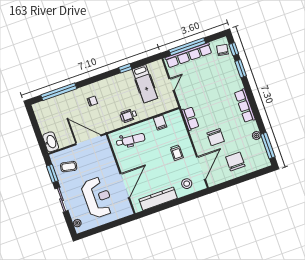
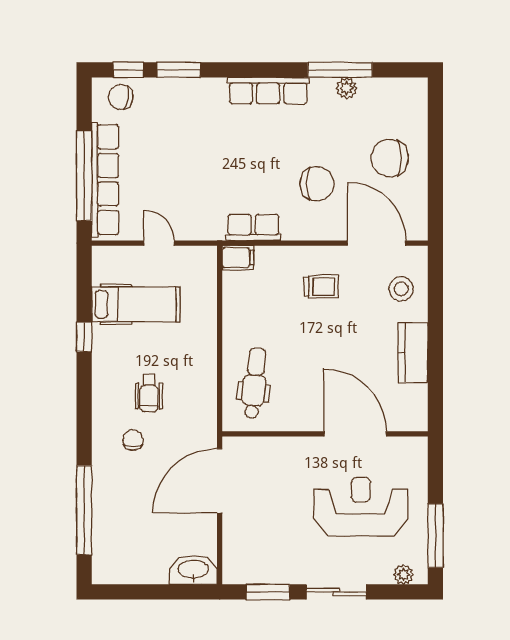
wheelchair: (129, 116) -> (149, 393), moved
filing cabinet: (160, 123) -> (238, 258), moved
window: (268, 146) -> (340, 70), moved
coffee table: (69, 167) -> (266, 548), removed
kitchen counter: (158, 199) -> (413, 353), width x0.67
window: (97, 230) -> (435, 536), added

